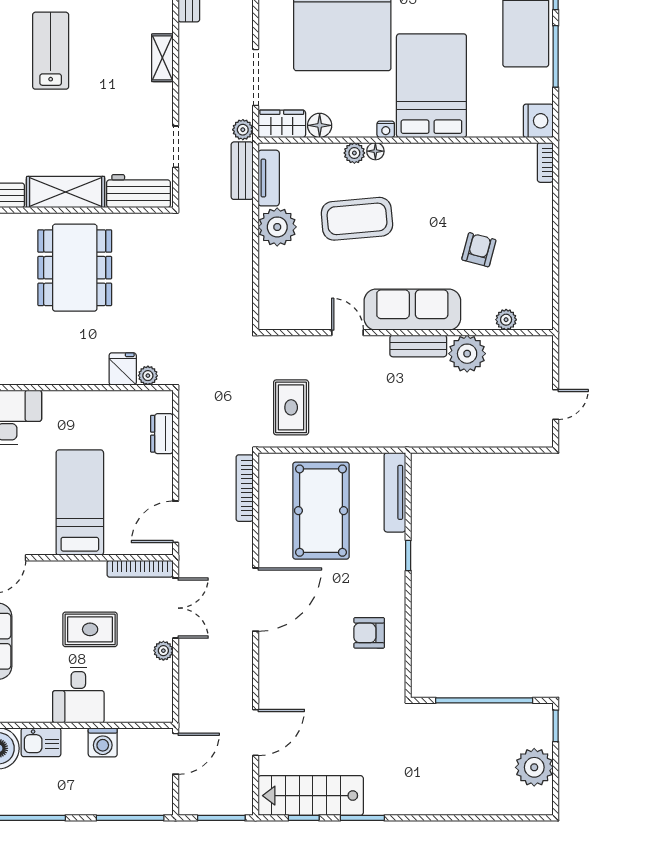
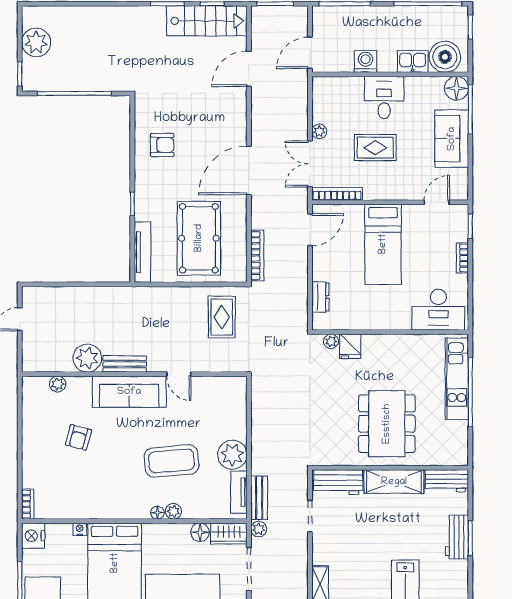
nightstand: (386, 129) -> (80, 529), moved

